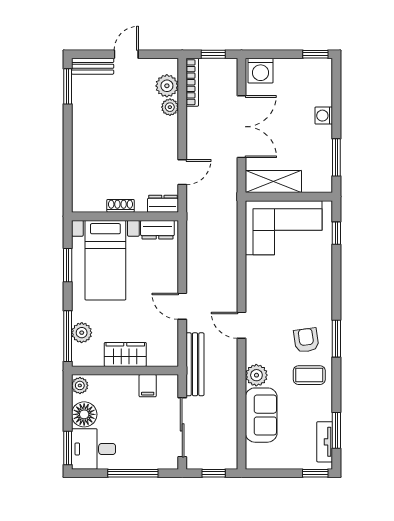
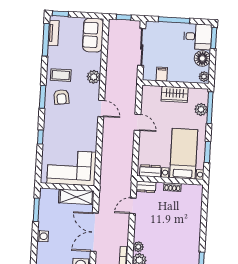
window: (336, 233) -> (40, 137), moved
bench: (195, 364) -> (132, 86), removed
sofa: (261, 415) -> (93, 35), moved
window: (336, 430) -> (46, 40), width x1.44

